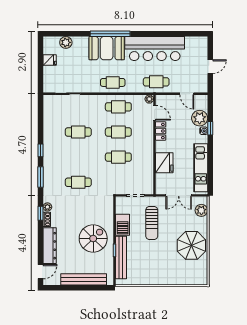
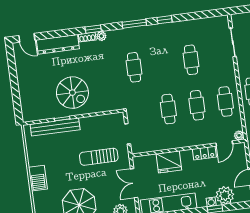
barbecue: (123, 225) -> (38, 178), moved, turned -90
bench: (84, 279) -> (25, 88), removed

